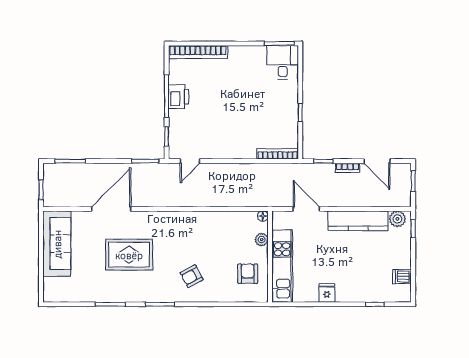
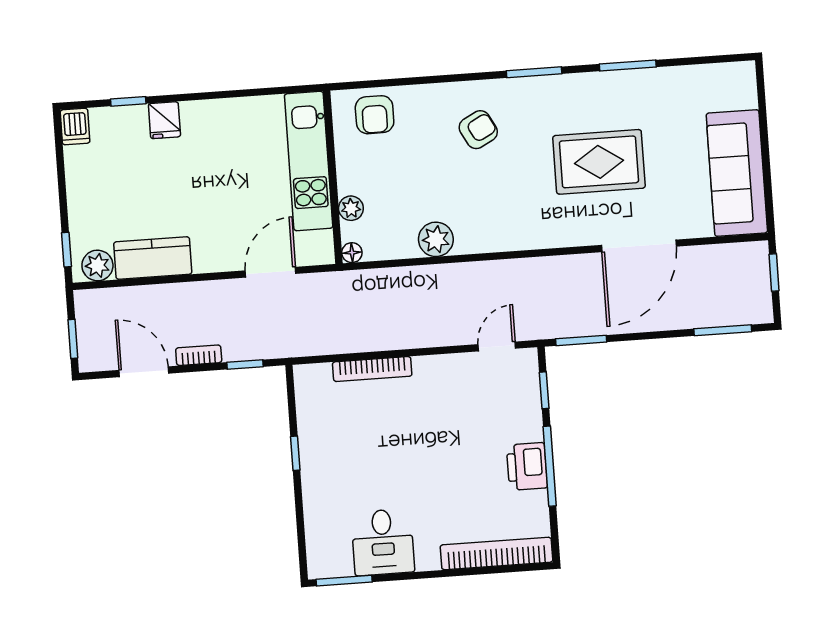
desk: (283, 62) -> (383, 542), moved
bookcase: (278, 154) -> (372, 369), moved
door: (306, 209) -> (271, 272), swing flipped
plant: (218, 220) -> (436, 239), added
kitchen counter: (358, 221) -> (153, 258), width x0.67
armchair: (248, 274) -> (375, 115), moved
dishwasher: (402, 277) -> (75, 127), moved, turned 90
fridge: (327, 293) -> (164, 120), moved

